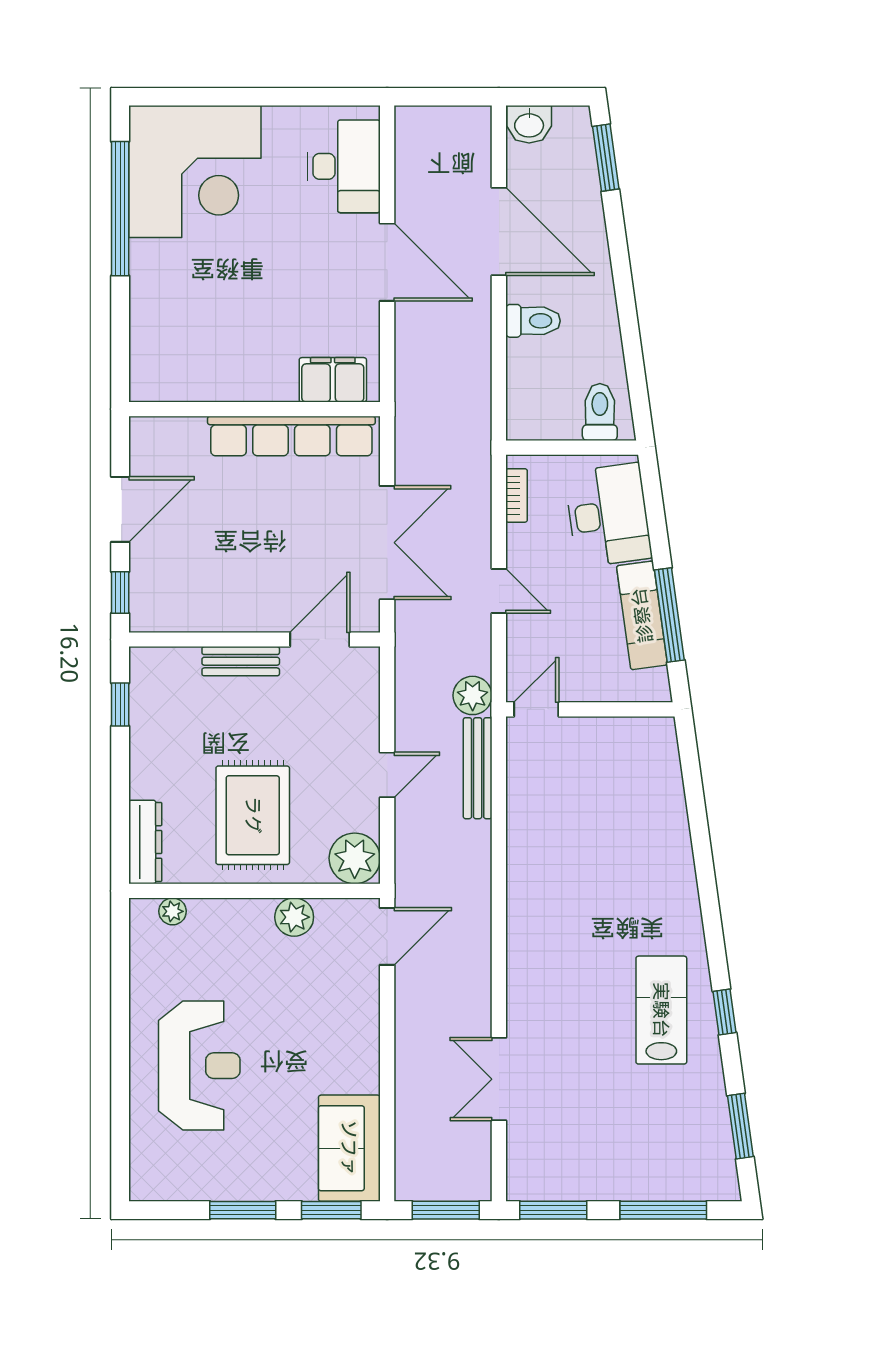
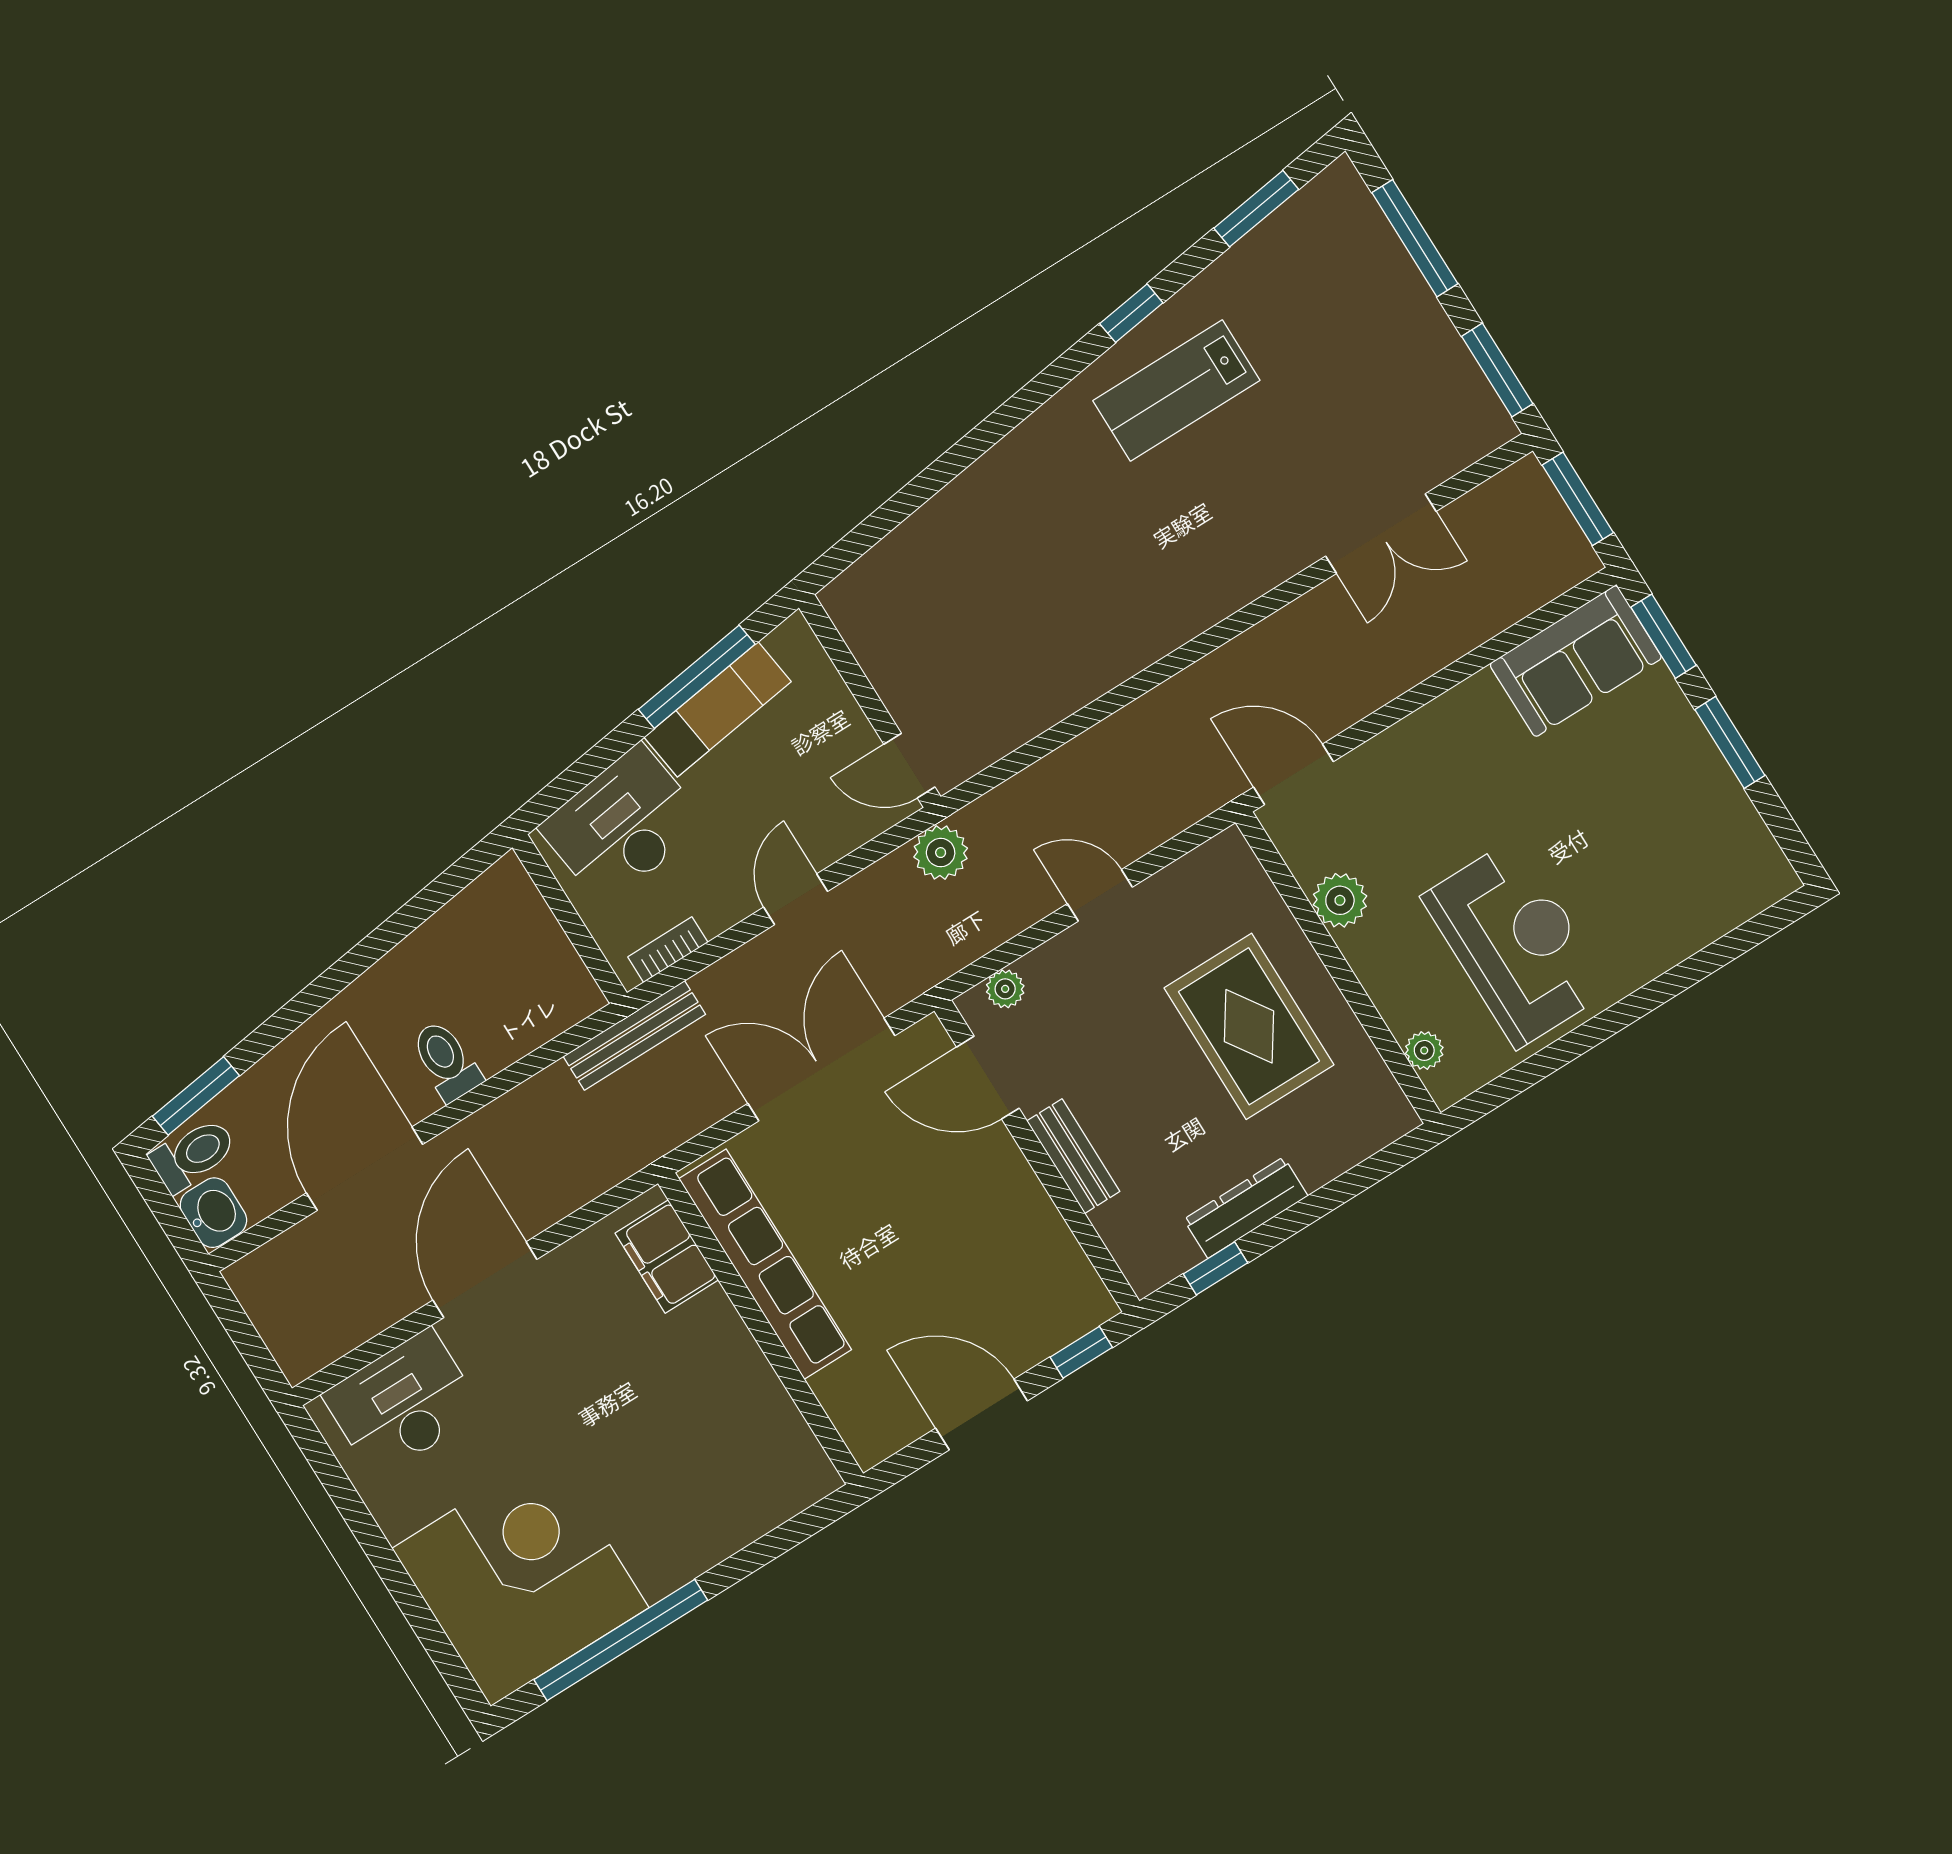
toilet: (600, 412) -> (193, 1155), moved, turned 180
bench: (478, 768) -> (634, 1035), moved
rug: (253, 815) -> (1249, 1026), turned 90
dresser: (145, 842) -> (1246, 1208), moved
plant: (355, 858) -> (1005, 989), moved, width x0.53, depth x0.53
reception desk: (199, 1066) -> (1516, 943), moved, turned 90

